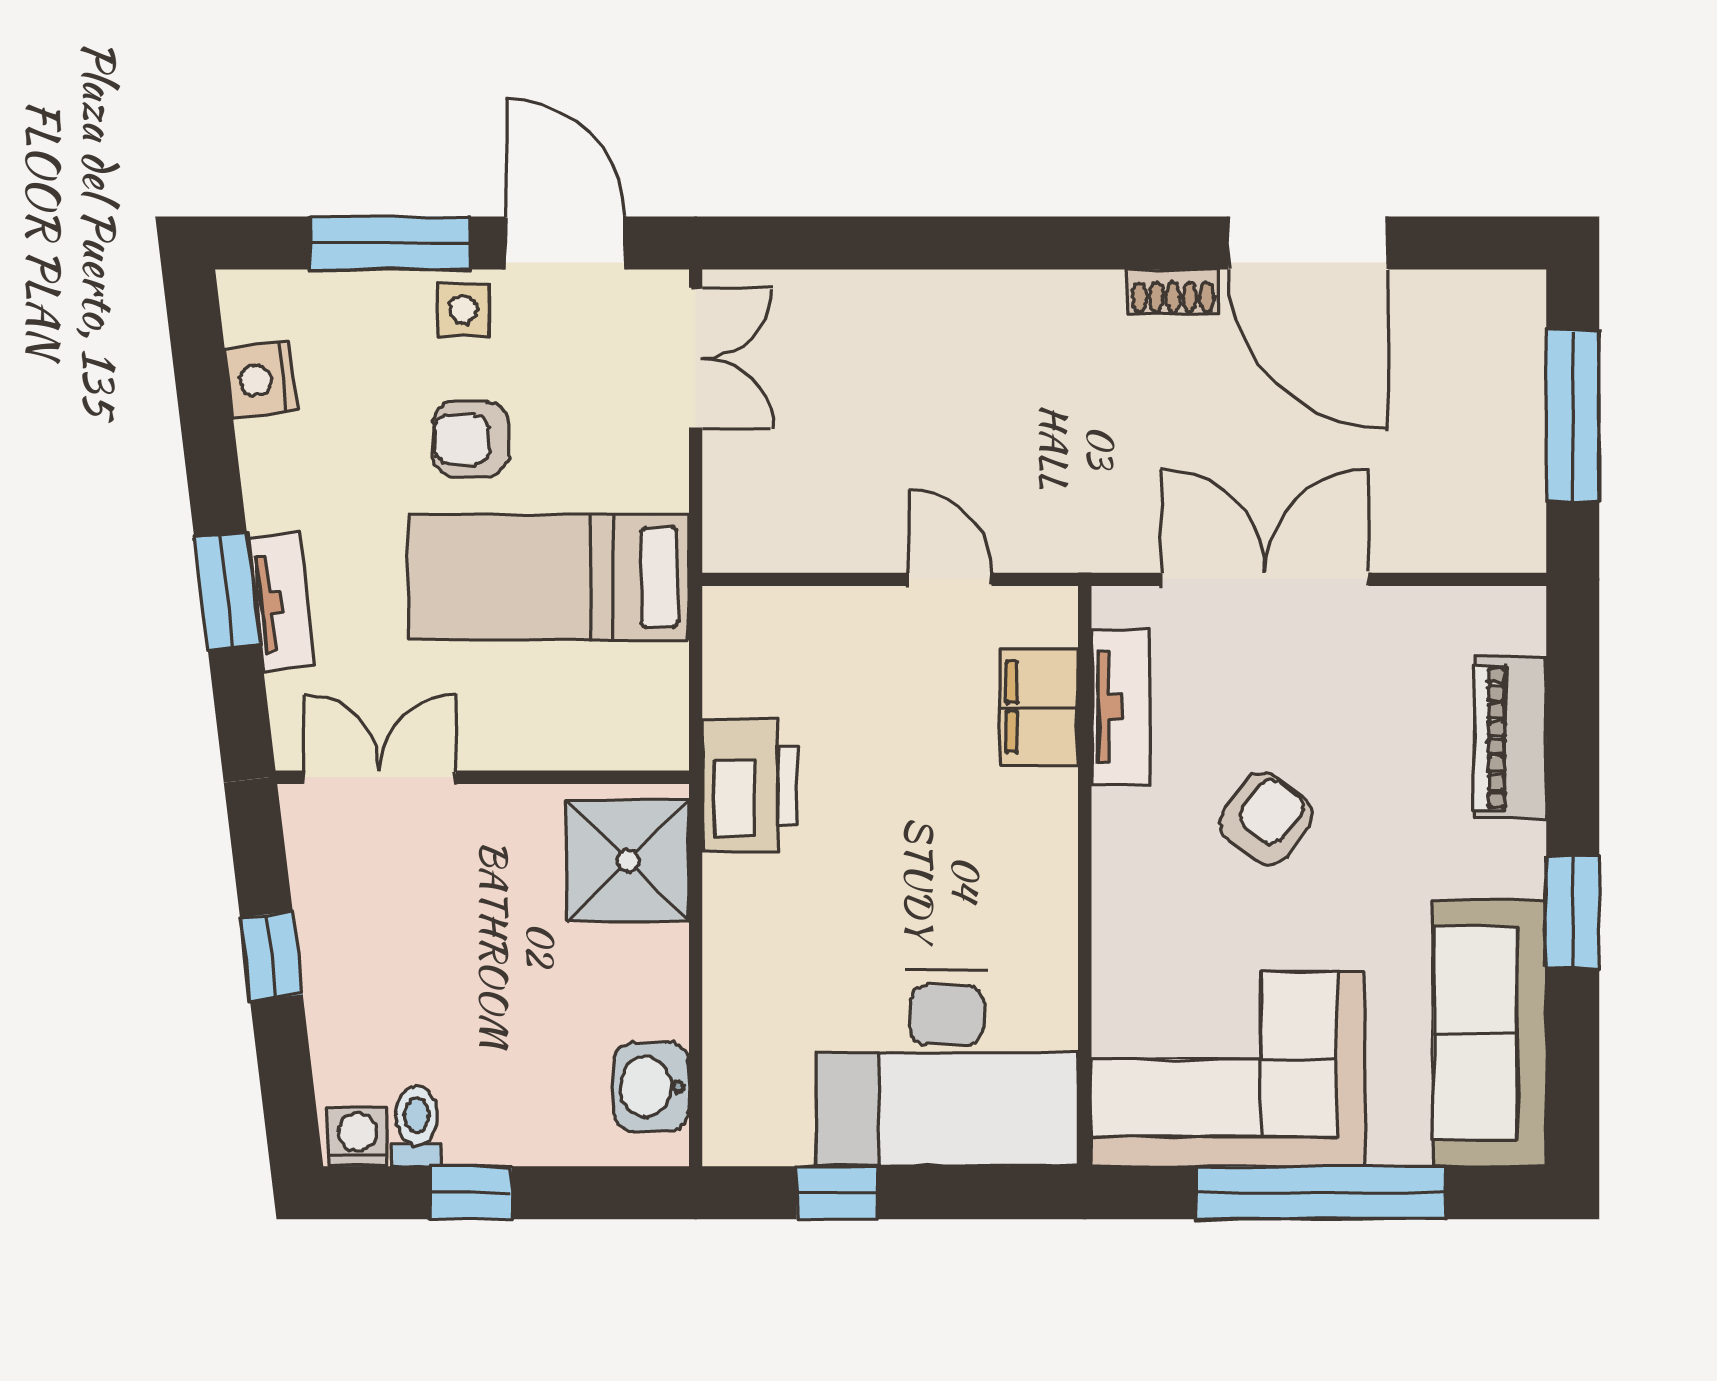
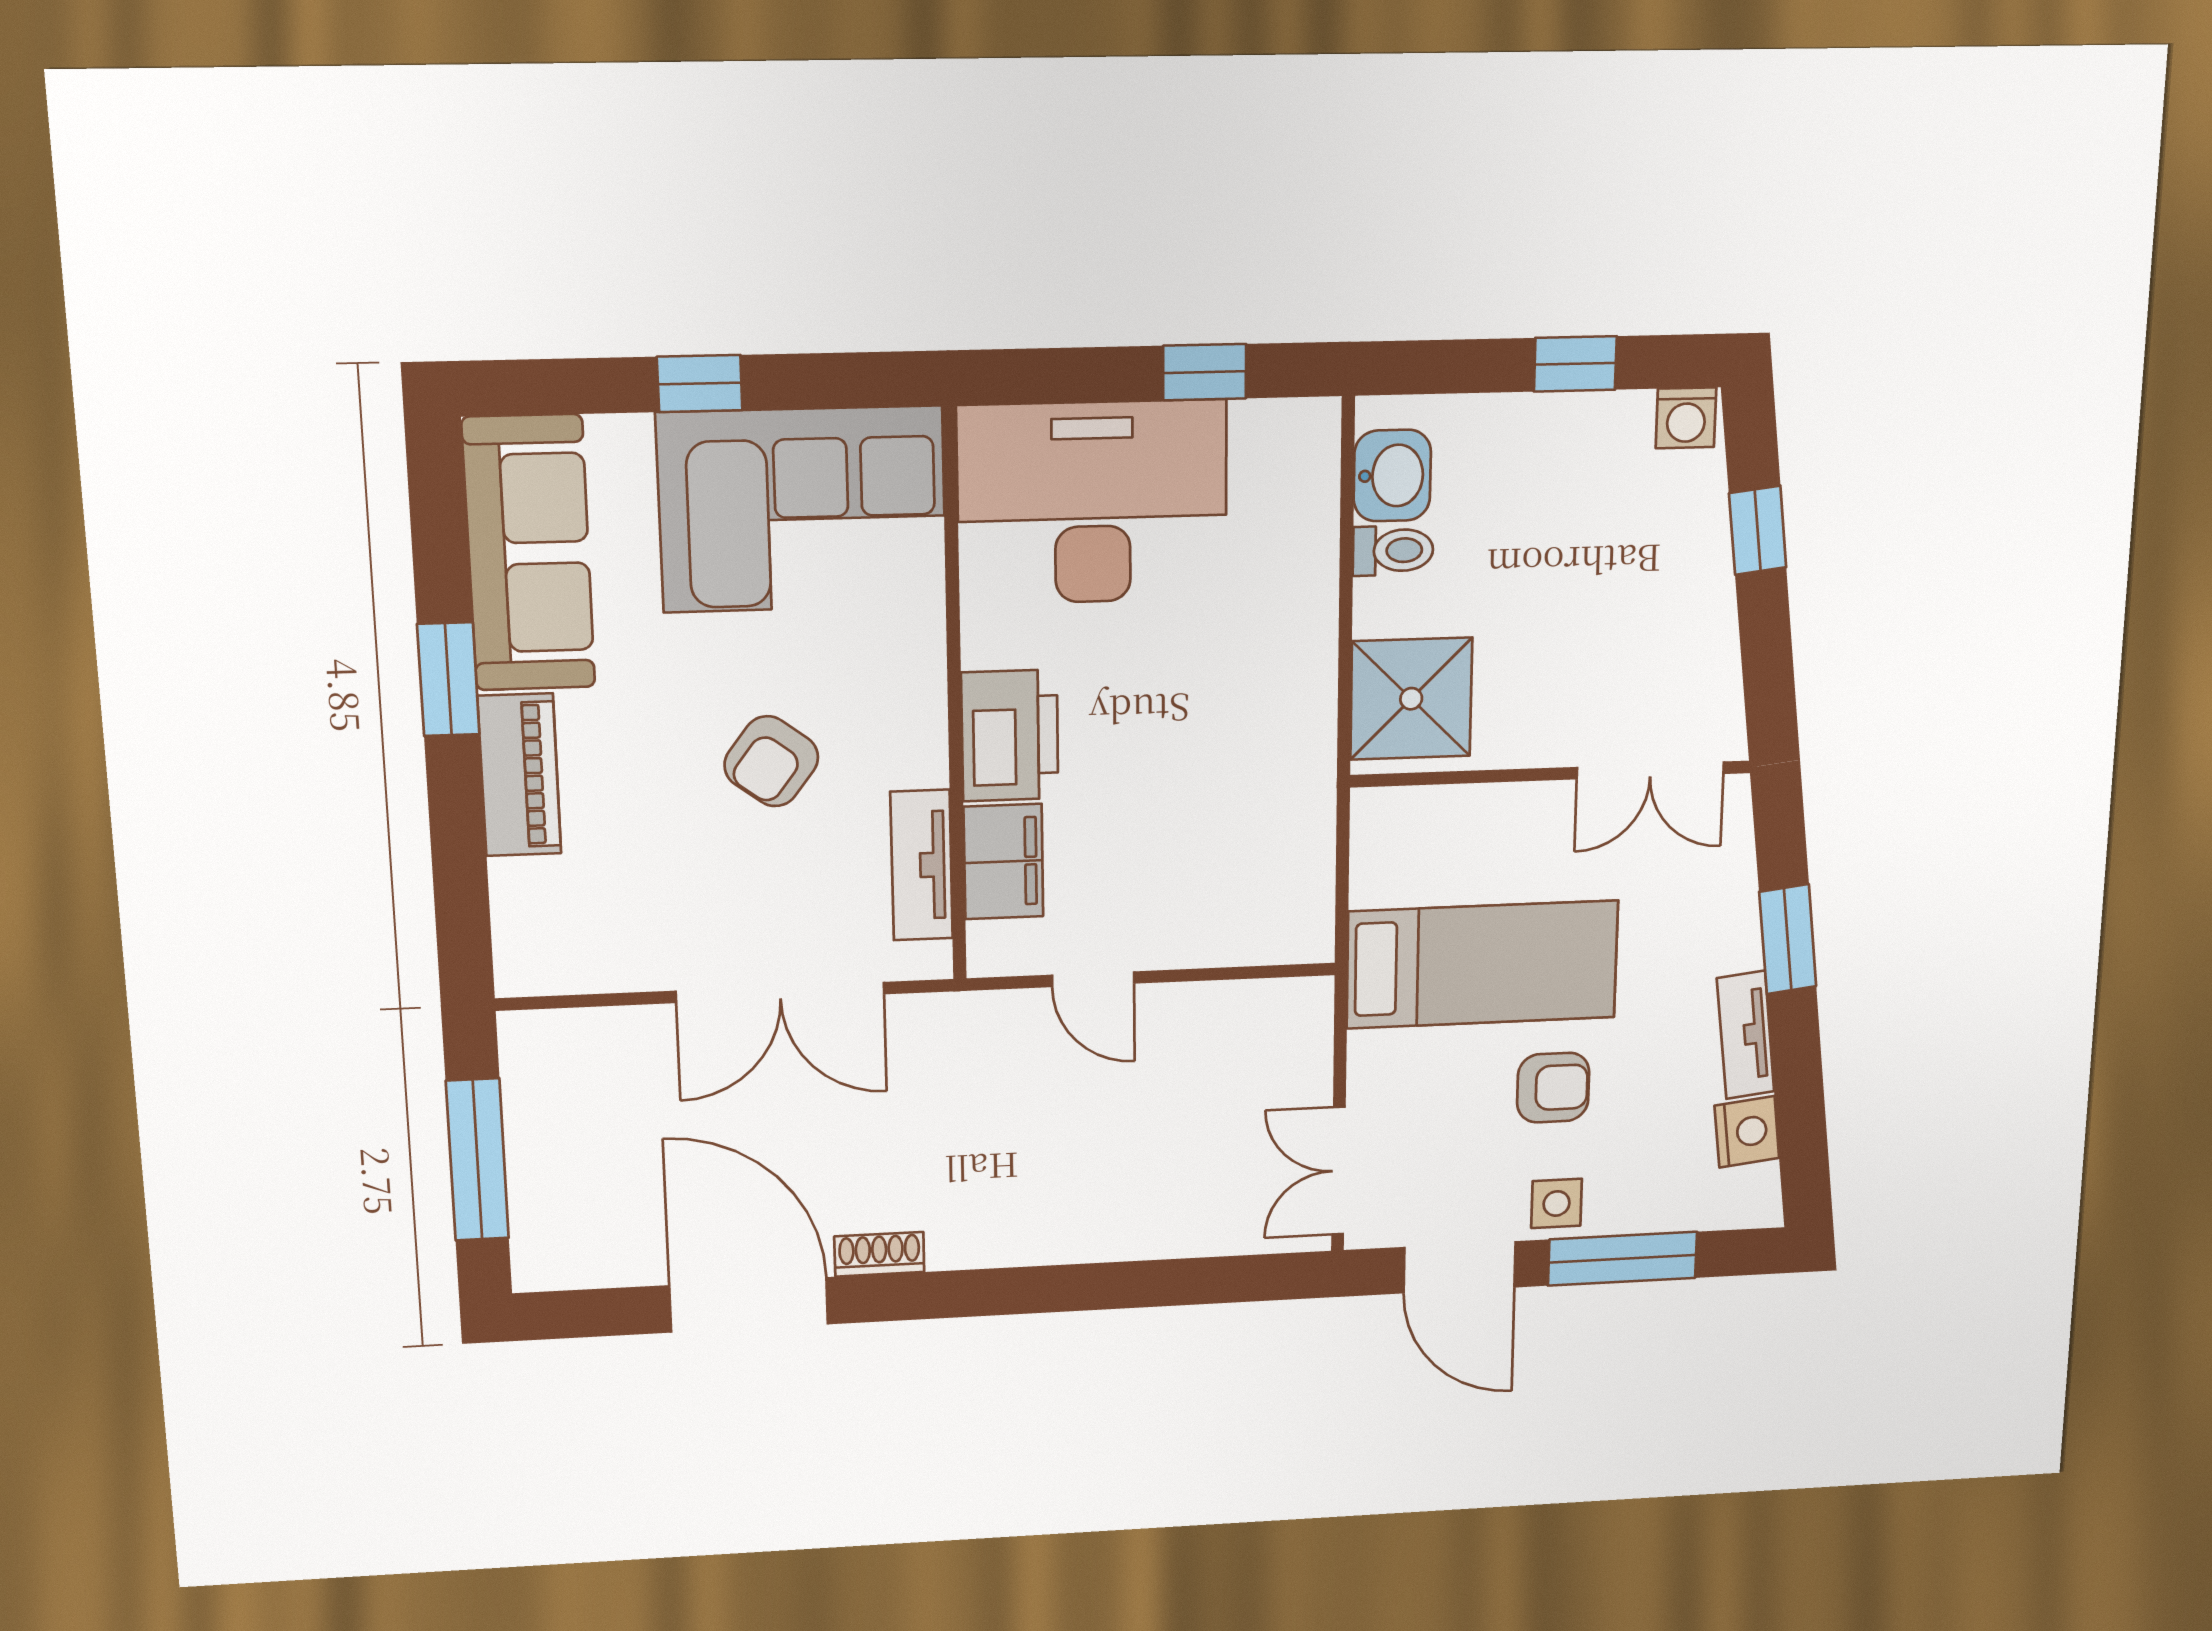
tv unit: (281, 602) -> (1746, 1035), moved
piano: (1510, 738) -> (519, 775), moved
printer: (750, 786) -> (1010, 736), moved, turned 180
window: (271, 956) -> (1758, 530), moved
toilet: (417, 1126) -> (1393, 551), moved, turned -90
window: (1321, 1193) -> (700, 383), width x0.32

